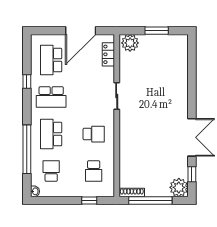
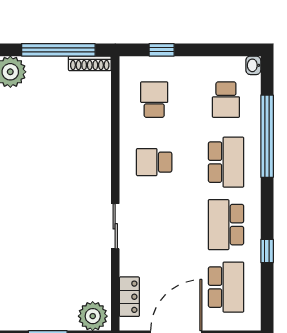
school desk: (51, 97) -> (226, 225), turned -90

